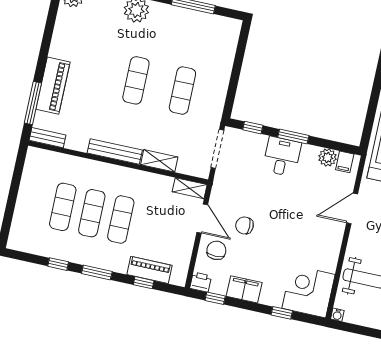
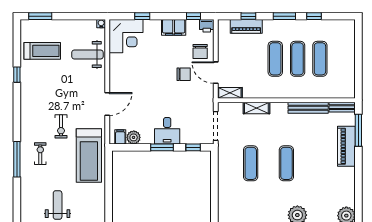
bench: (115, 152) -> (308, 108), moved

